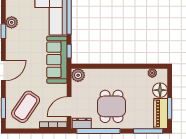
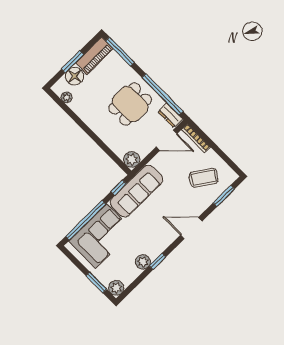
coffee table: (26, 107) -> (204, 178), width x0.73, depth x0.76
window: (170, 108) -> (73, 62), moved

